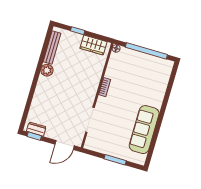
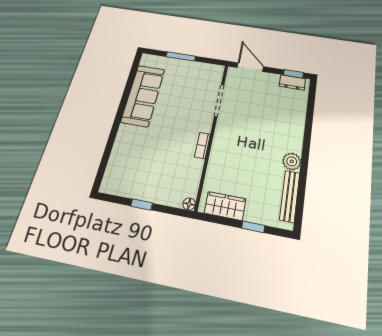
window: (146, 51) -> (142, 205), width x0.32
door: (65, 145) -> (250, 67), hinge flipped

